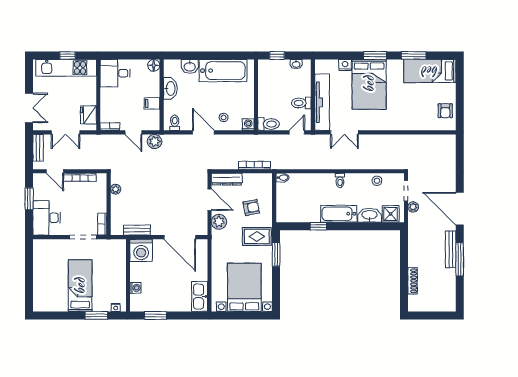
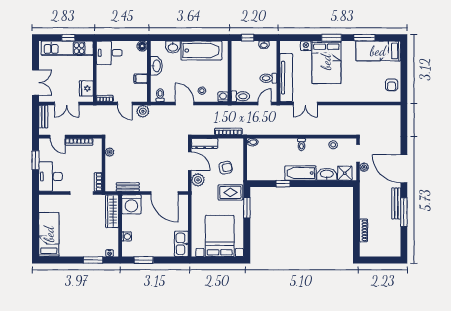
wardrobe: (119, 258) -> (112, 211), added
bed: (80, 286) -> (49, 234), moved

